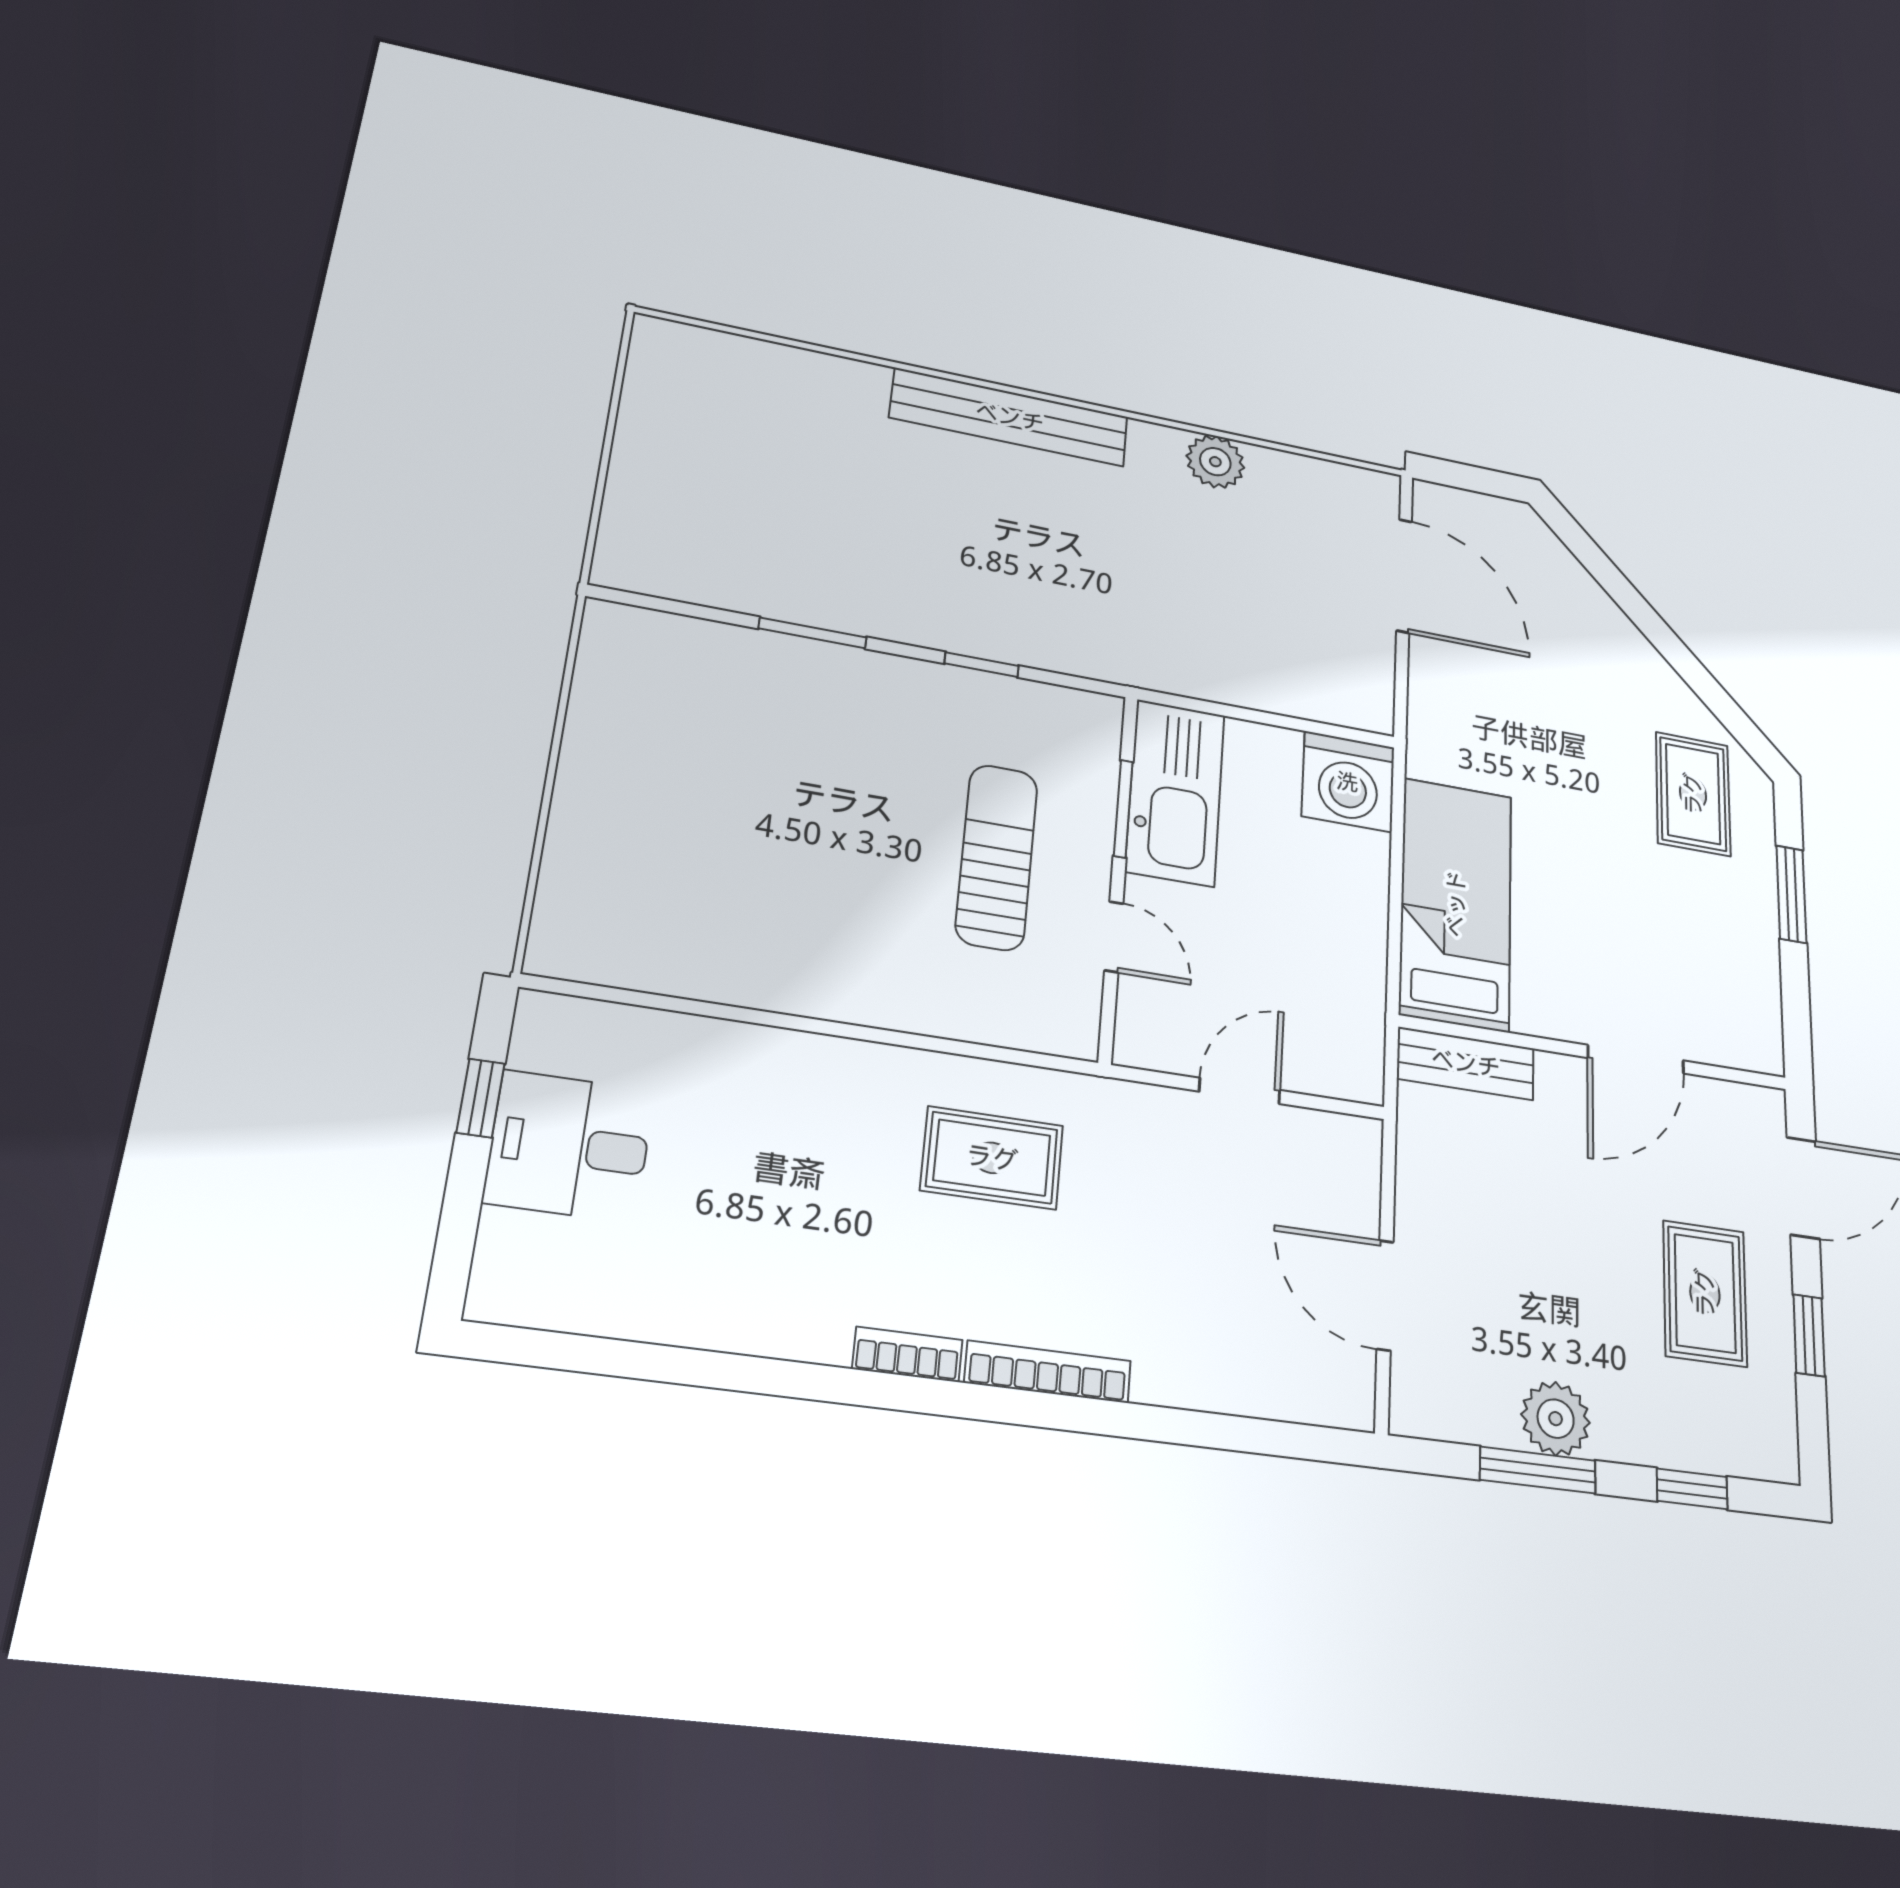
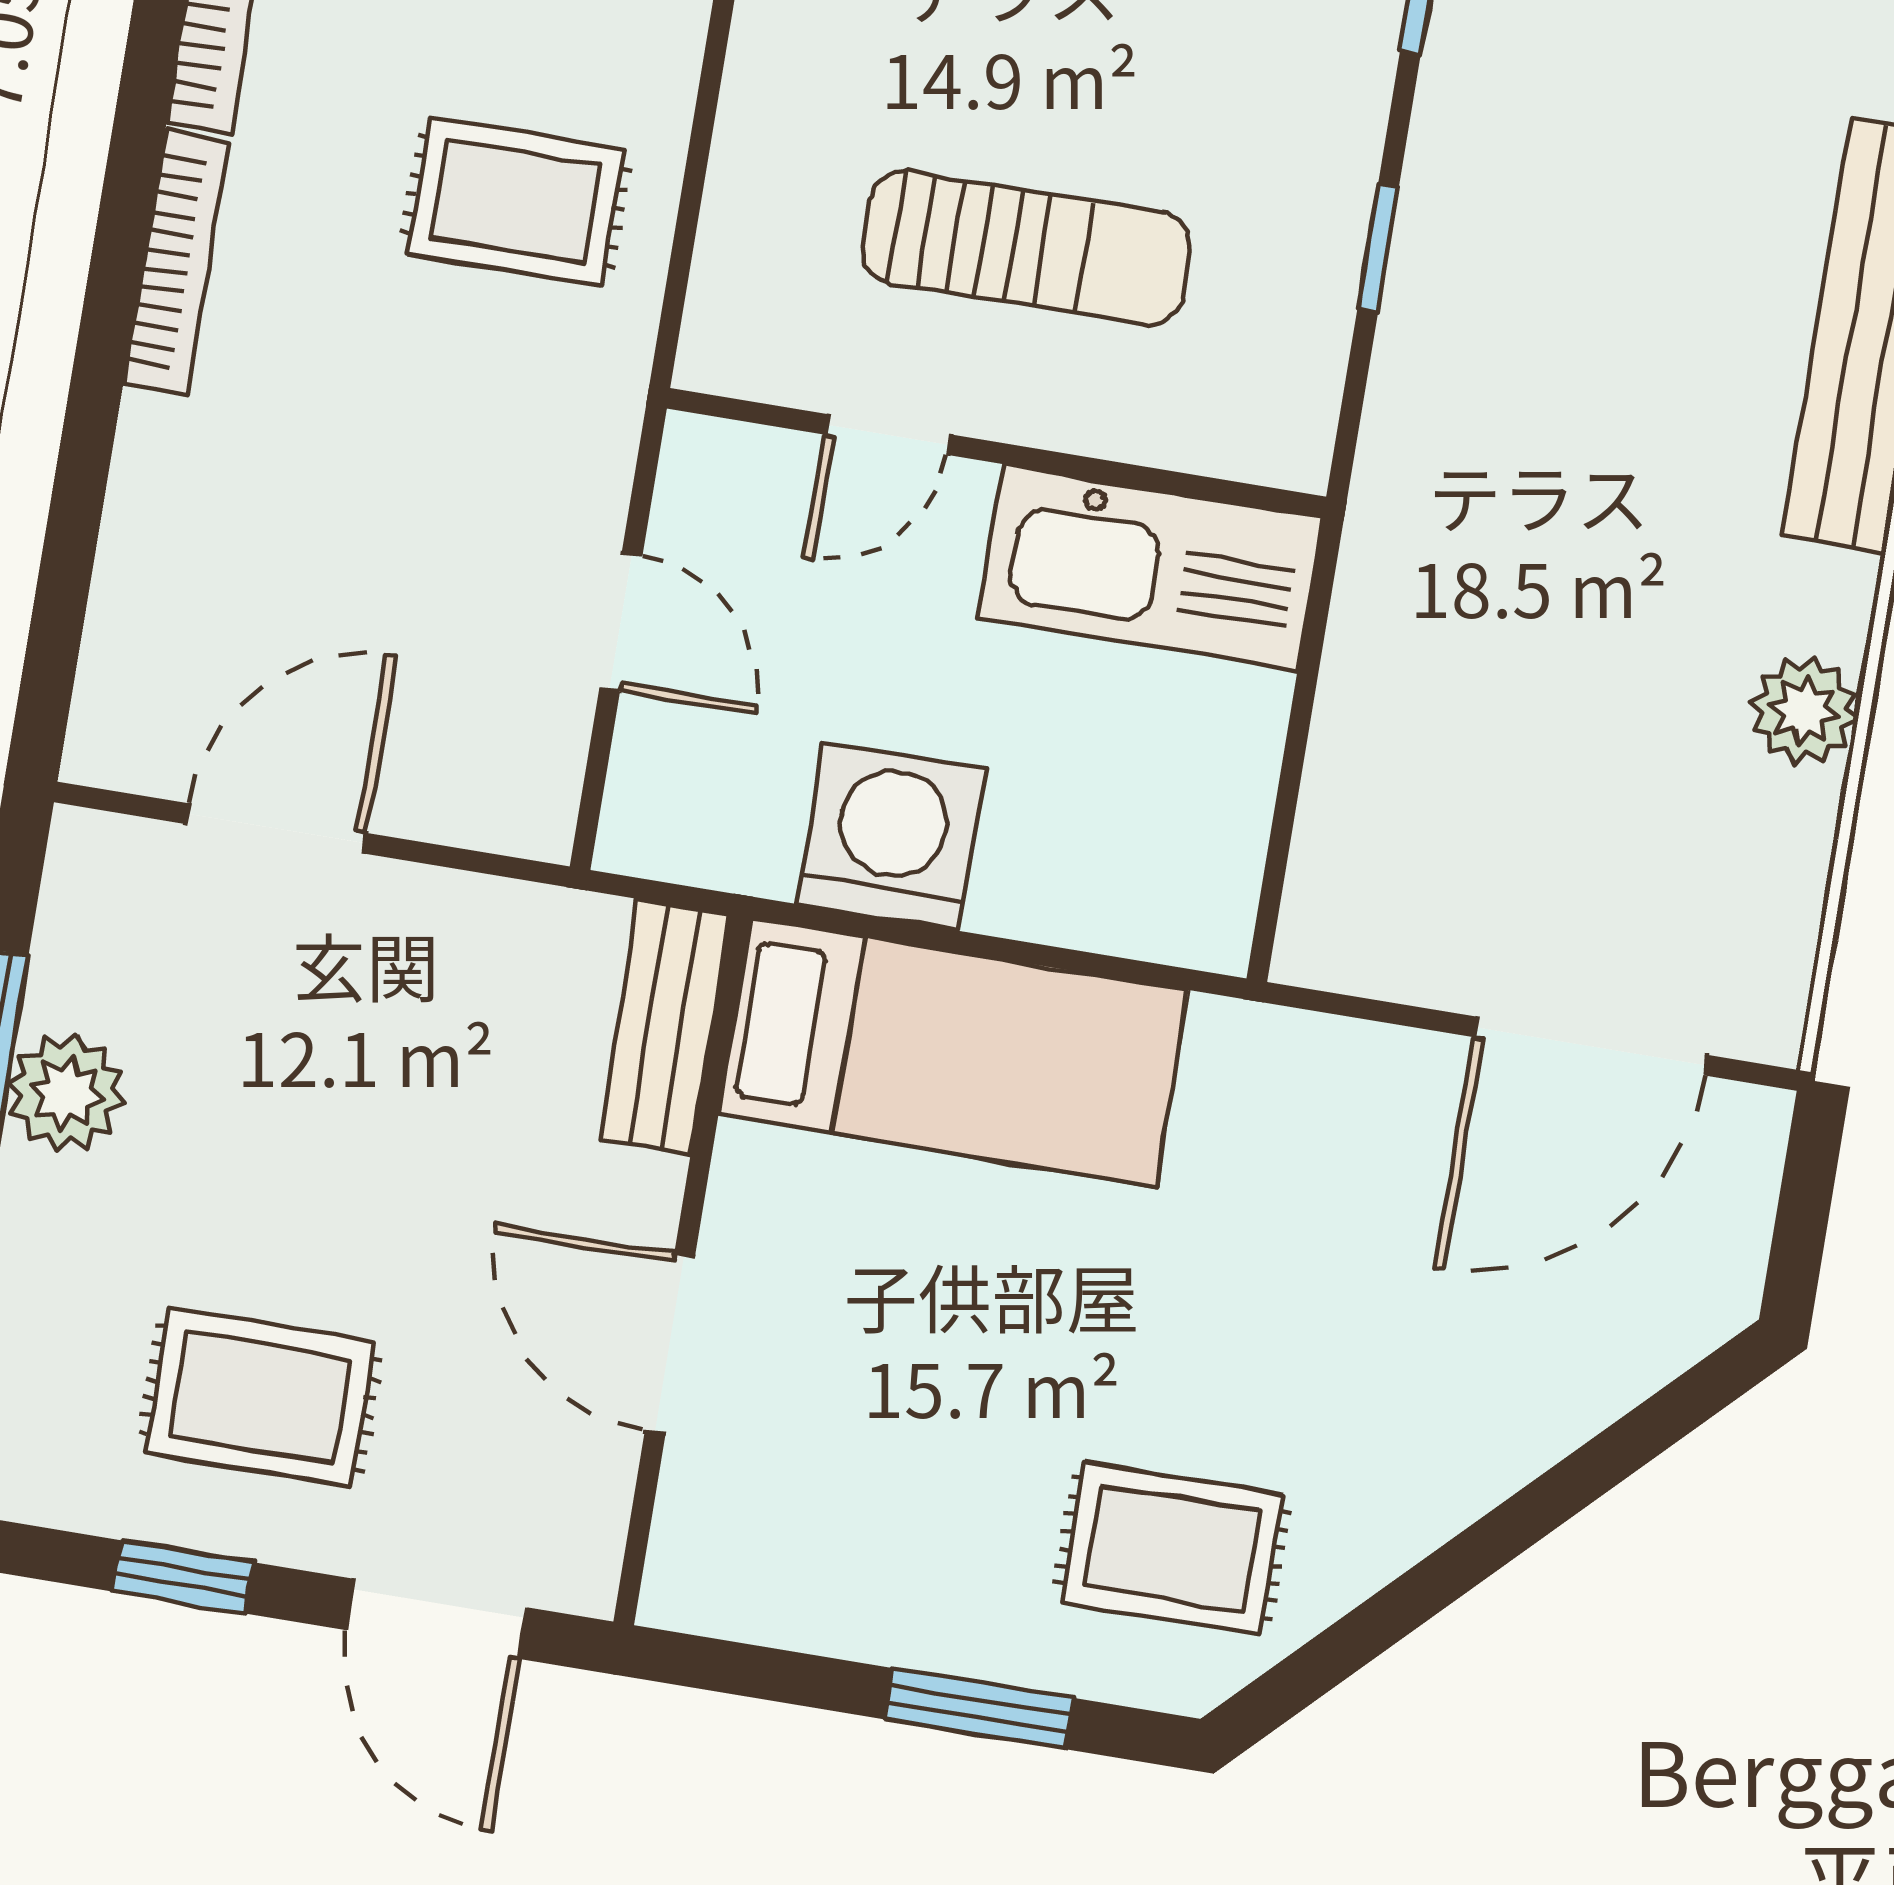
washing machine: (1348, 782) -> (891, 836), moved, turned 90
window: (1123, 809) -> (1118, 473), removed
rug: (992, 1158) -> (516, 201), turned 90

